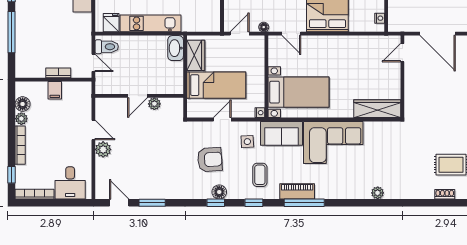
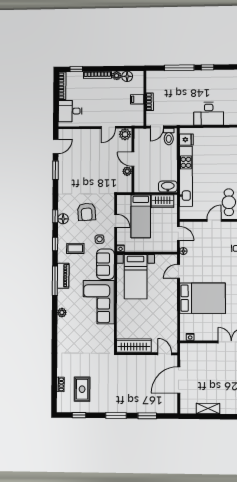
kitchen unit: (150, 23) -> (186, 176), width x1.36
wardrobe: (377, 109) -> (134, 346), moved, turned -90
plant: (103, 149) -> (125, 134), moved
plant: (378, 193) -> (62, 313), moved

